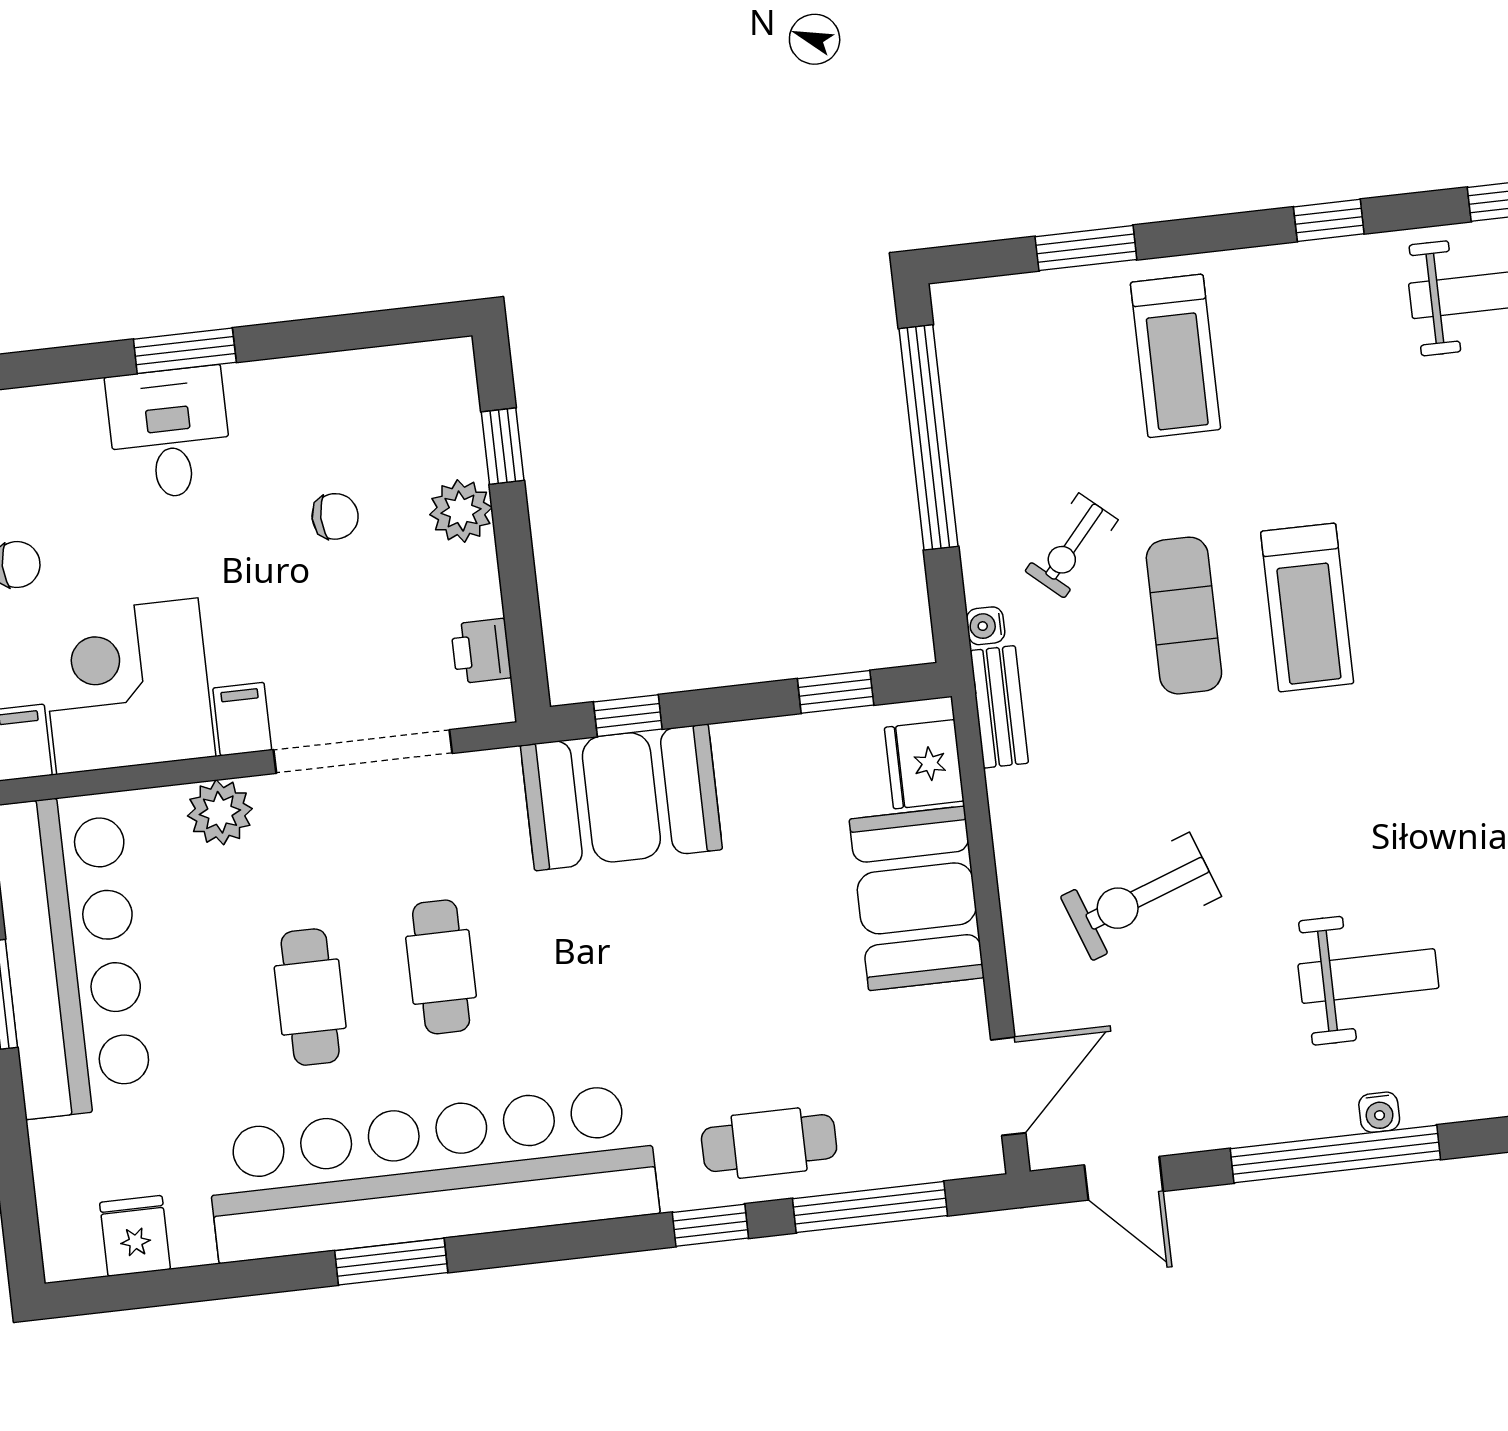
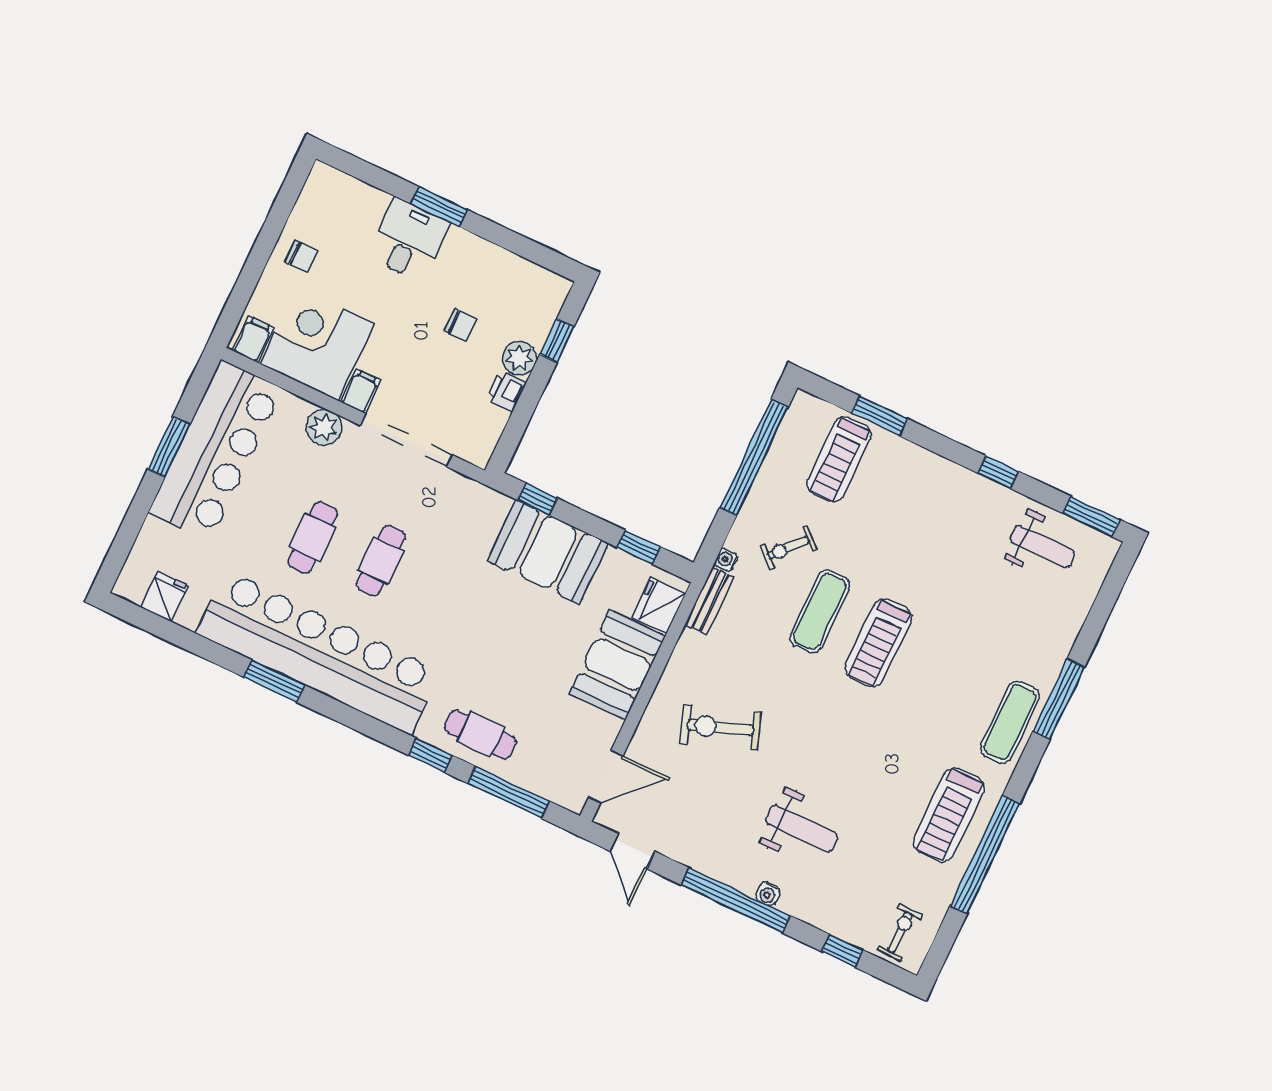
treadmill: (1175, 356) -> (839, 459), moved
printer: (481, 651) -> (506, 391), moved
booth: (621, 797) -> (548, 552), moved

